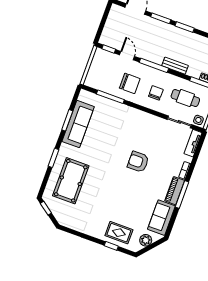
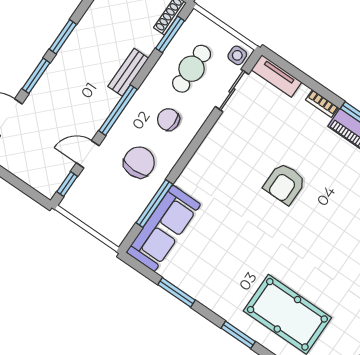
sofa: (78, 124) -> (163, 228), moved, turned 90

